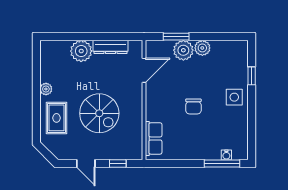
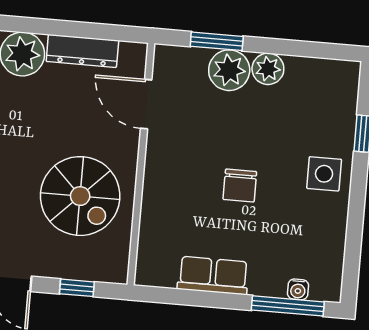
door: (144, 70) -> (146, 104), swing flipped
spiral stairs: (99, 113) -> (80, 196), moved
row of seats: (154, 138) -> (213, 276), moved, turned -90

